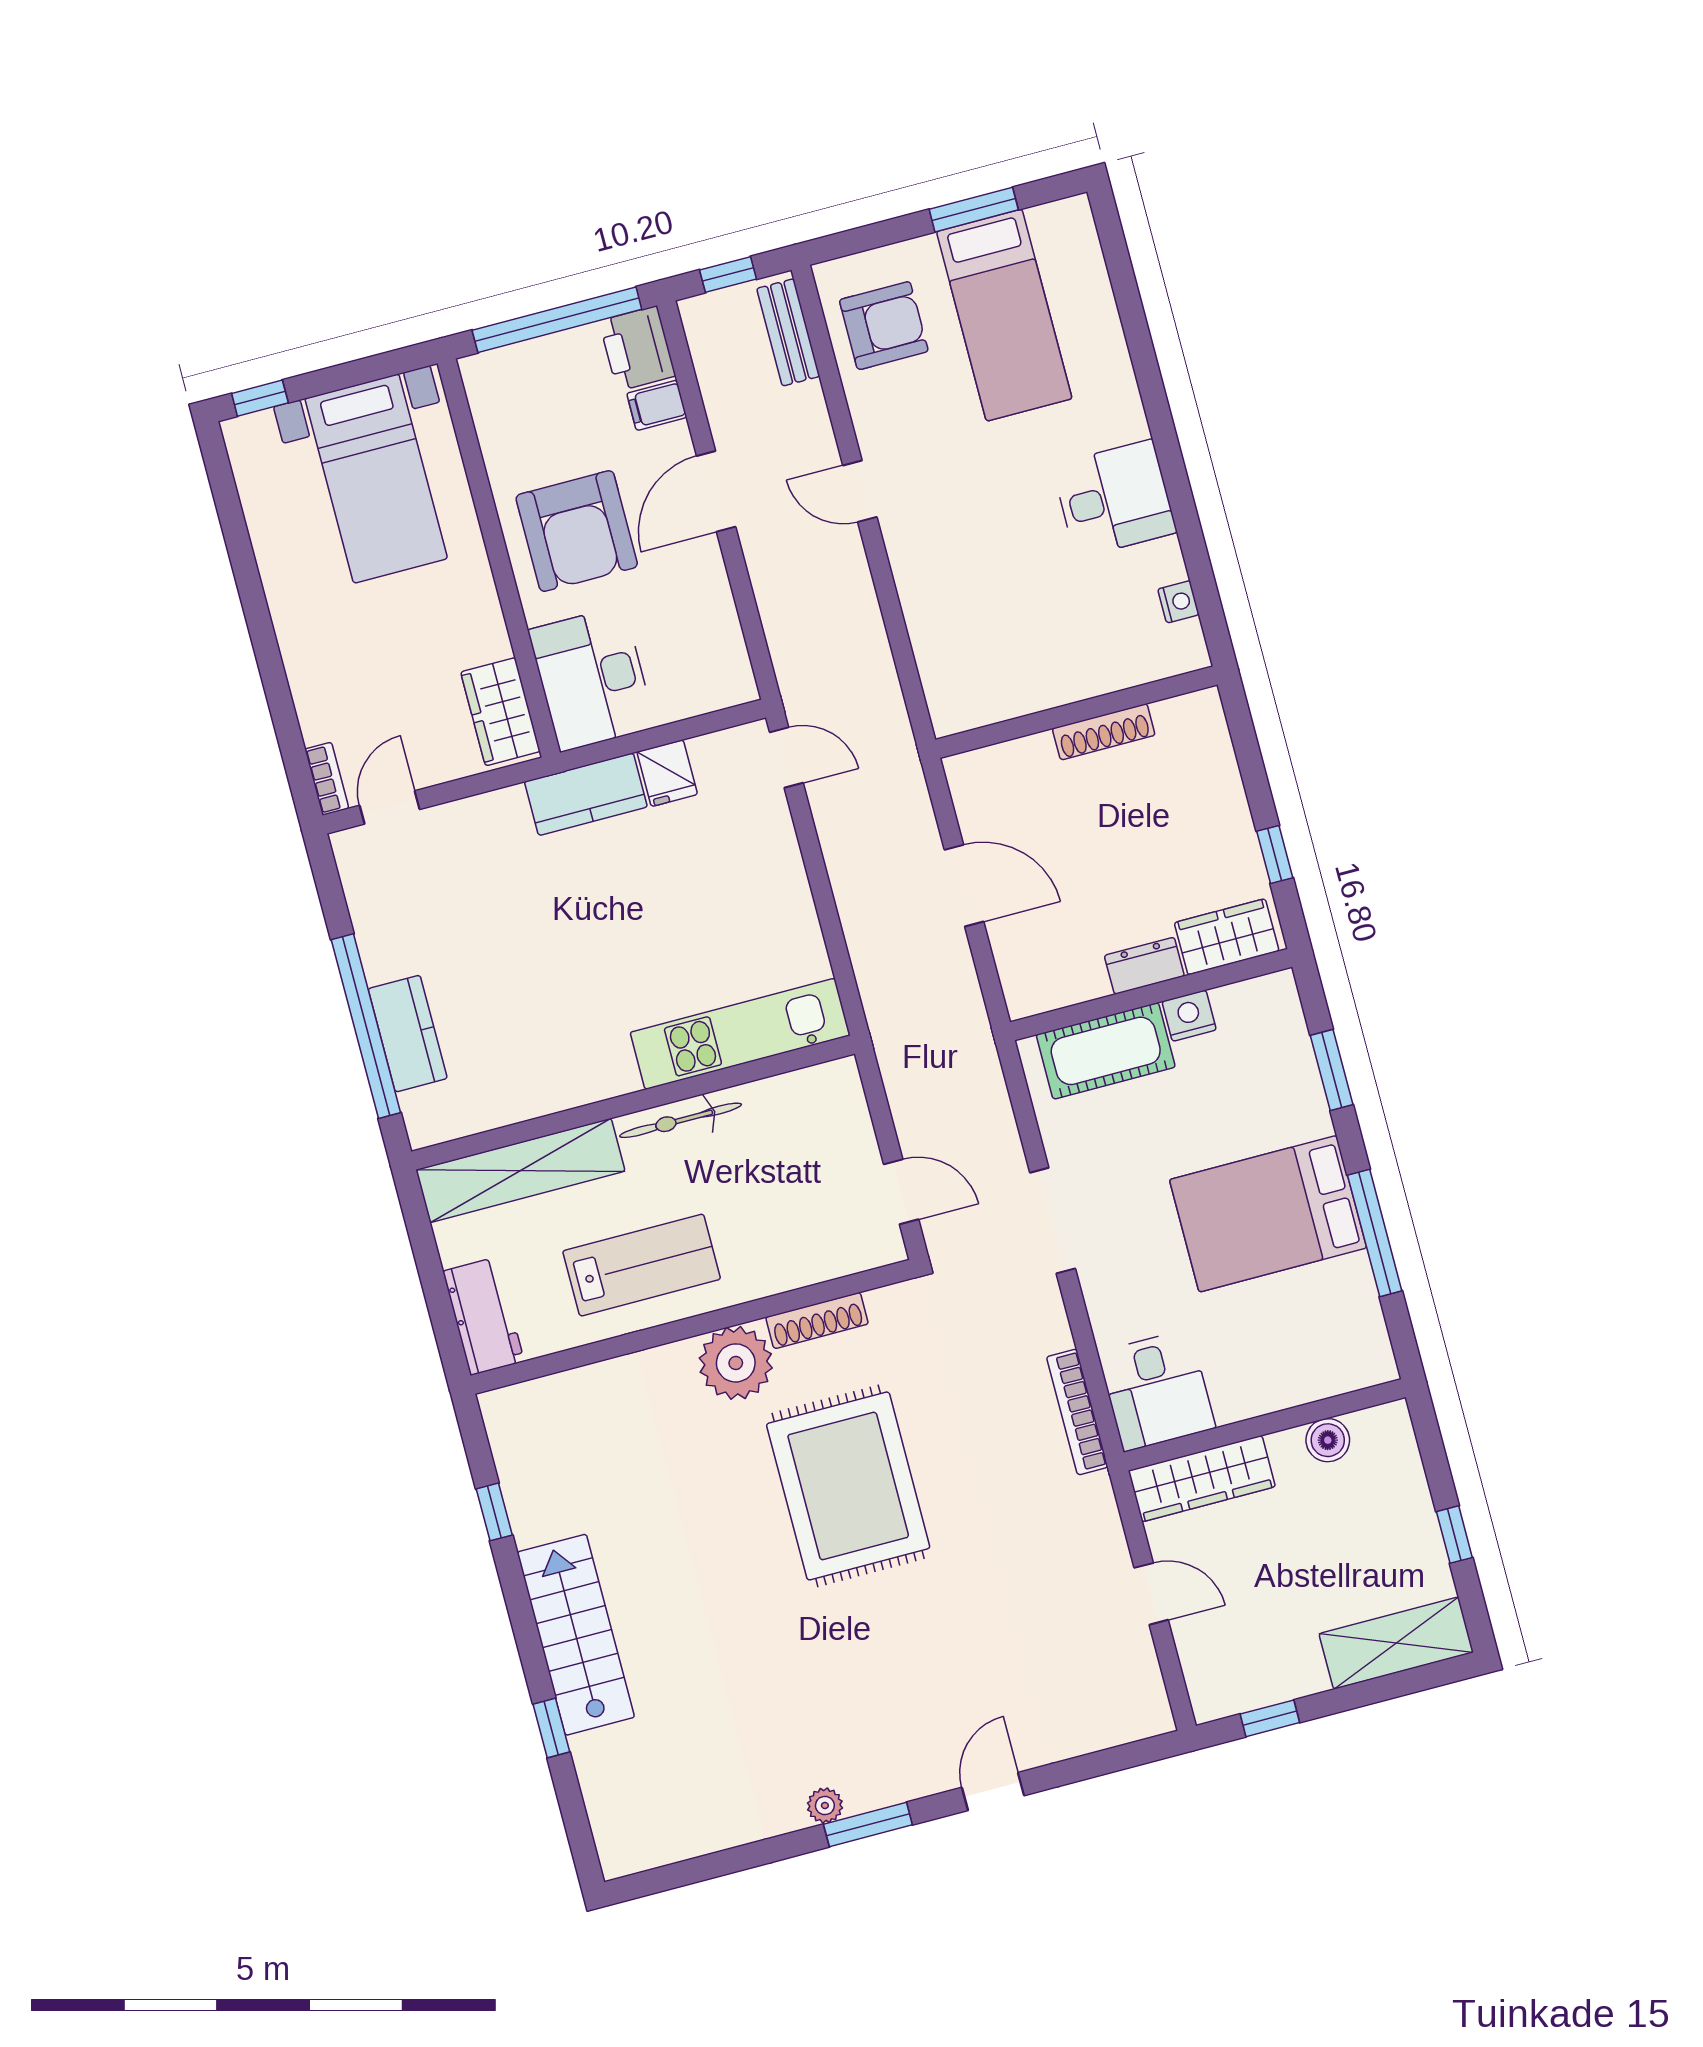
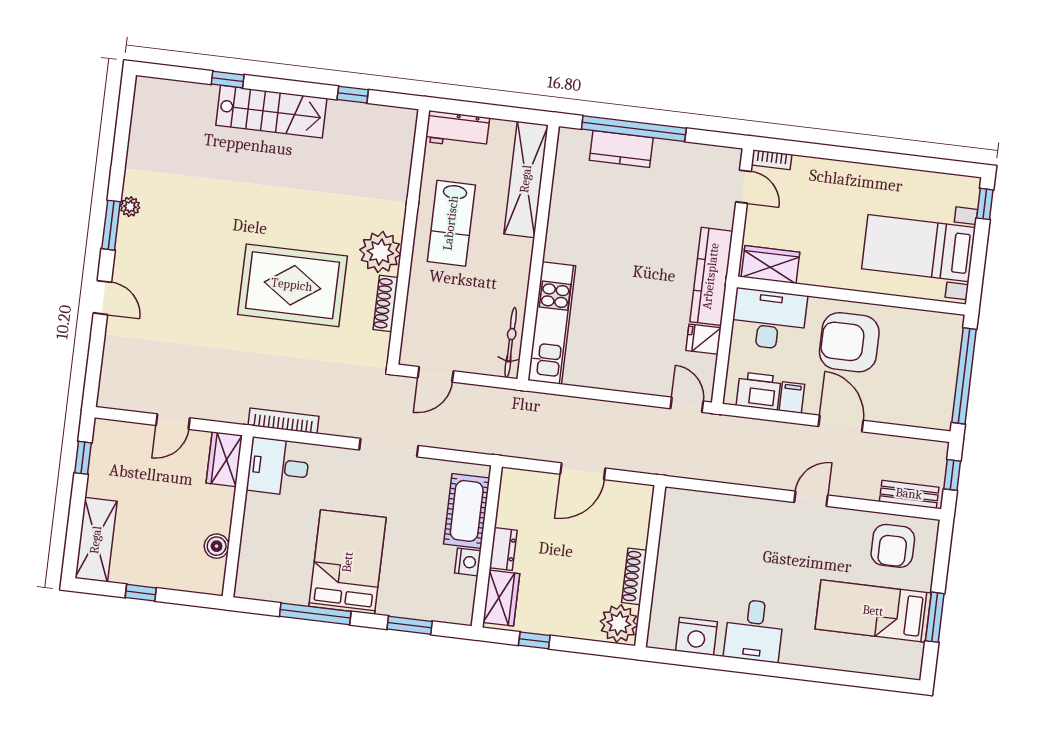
printer: (637, 348) -> (759, 391), moved
filing cabinet: (657, 405) -> (792, 397), moved
nightstand: (1179, 602) -> (697, 636), width x1.89, depth x1.79
plant: (1191, 726) -> (619, 623), added
door: (786, 757) -> (687, 405), swing flipped
kitchen counter: (586, 794) -> (711, 276), width x1.50
bicycle: (681, 1120) -> (511, 343), moved
wardrobe: (1202, 1479) -> (224, 459), width x0.67

